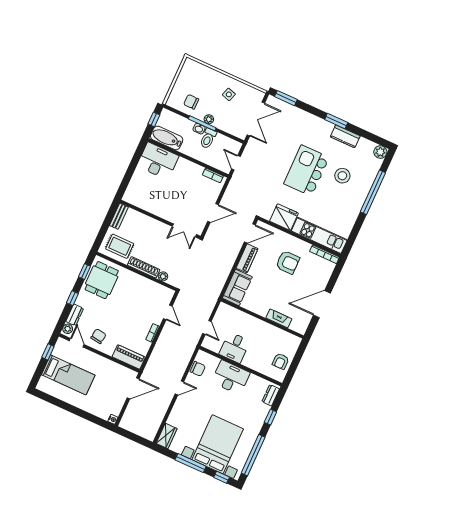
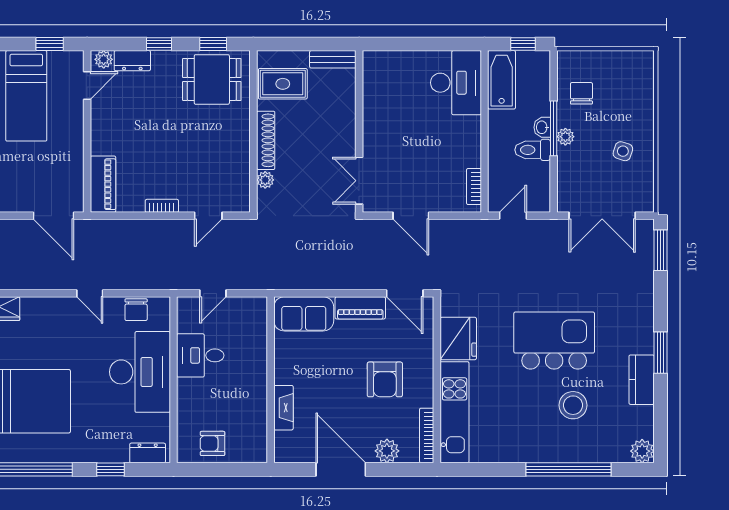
rug: (120, 246) -> (283, 84), turned 90
plant: (323, 277) -> (387, 451), added
chair: (98, 336) -> (115, 117), removed
desk: (231, 377) -> (140, 372), width x1.36, depth x1.30

